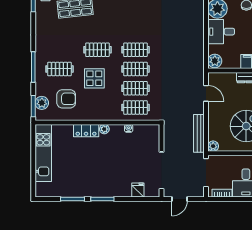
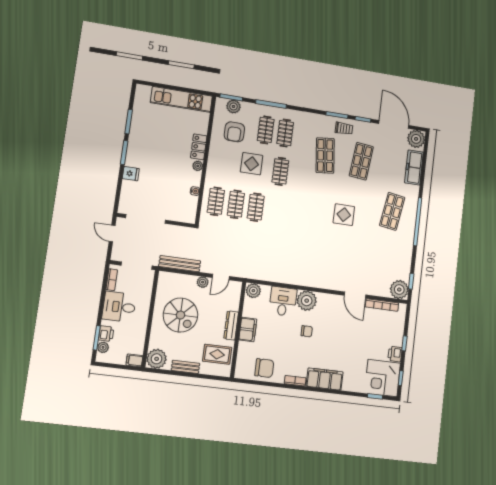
clothes rail: (135, 50) -> (285, 133), moved
plant: (213, 146) -> (203, 282), moved
fridge: (138, 190) -> (131, 174), moved

